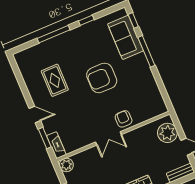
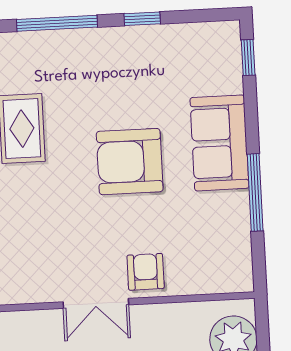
sofa: (125, 37) -> (219, 143), moved
window: (146, 51) -> (255, 192), moved

